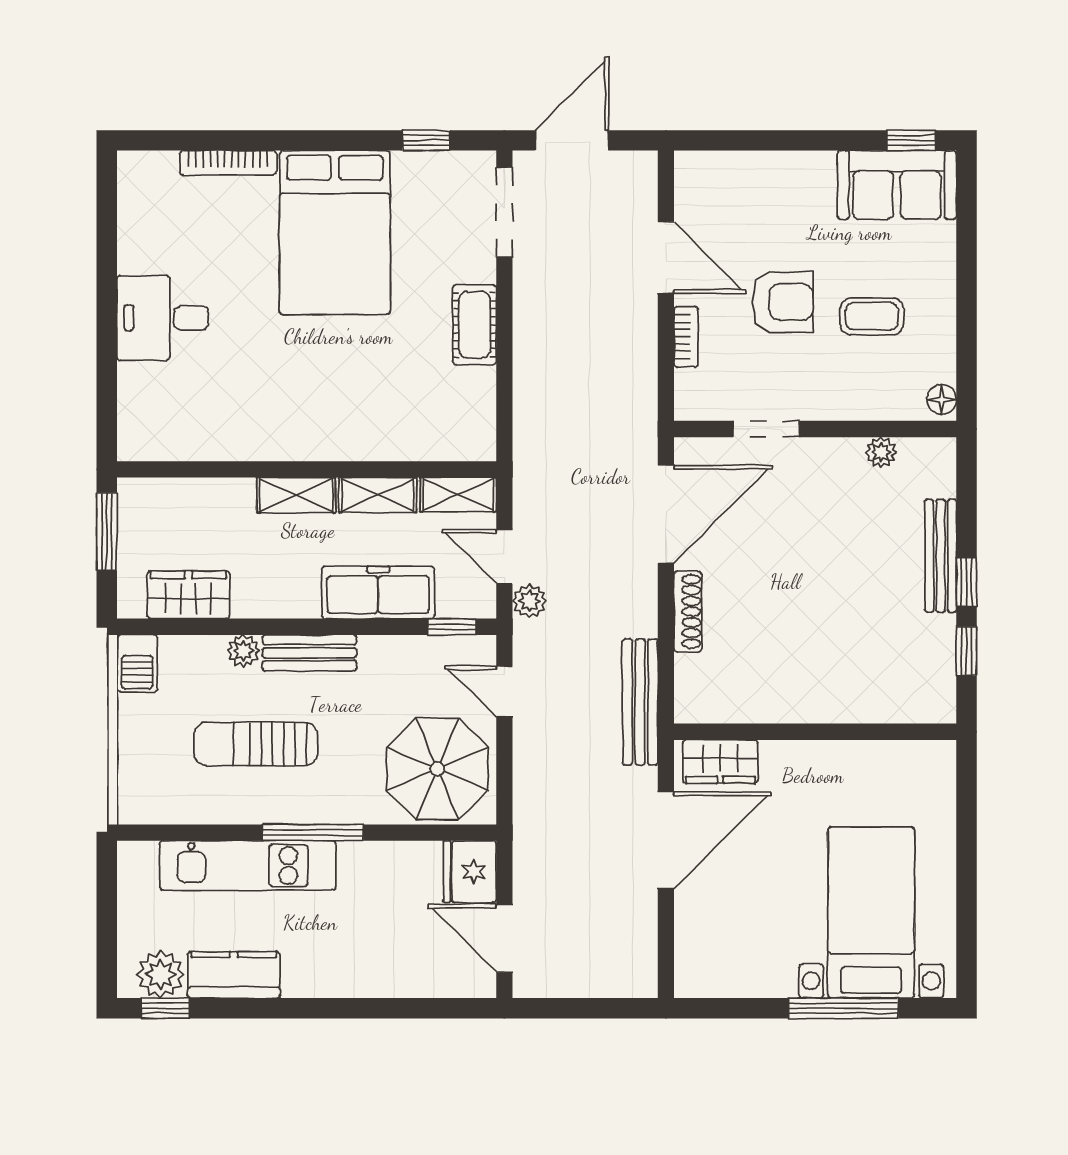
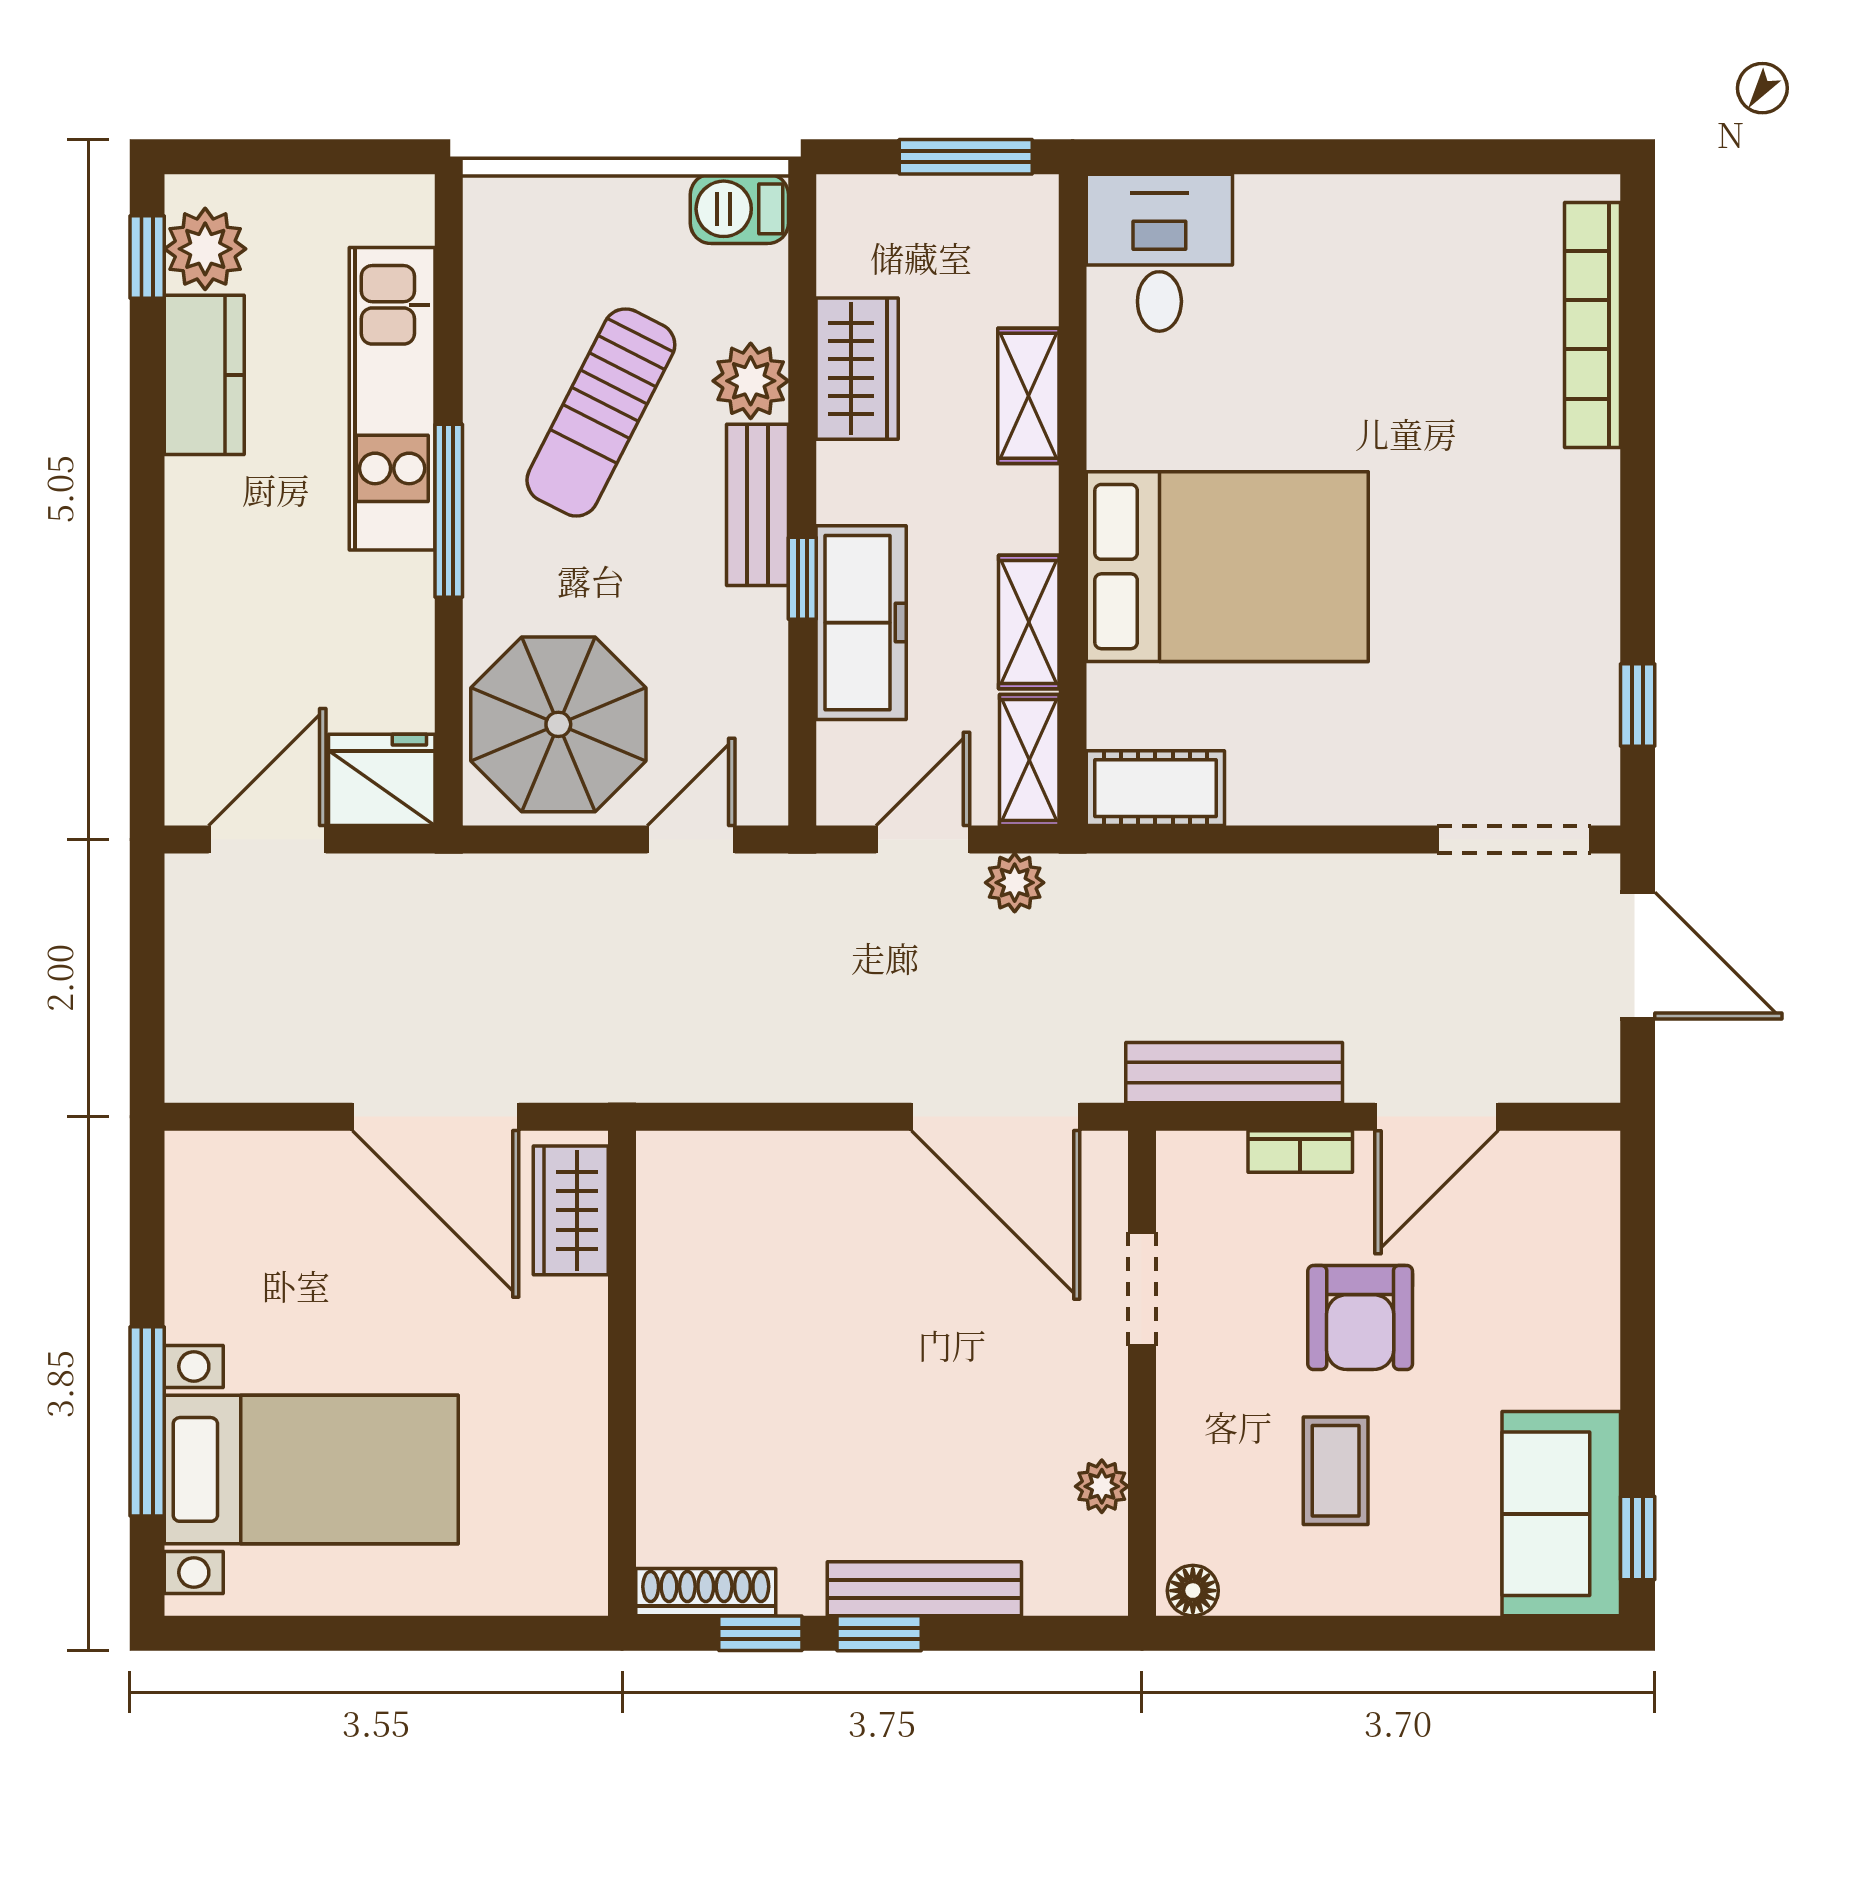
bookcase: (228, 163) -> (1592, 325), width x1.48, depth x1.31
bed: (335, 232) -> (1227, 567), moved, turned 180
desk: (163, 318) -> (1159, 253), moved
cot: (474, 325) -> (1155, 788), moved
shelving: (296, 495) -> (1028, 396), moved
wardrobe: (188, 595) -> (857, 369), moved
plant: (529, 601) -> (1015, 883), moved
shoe rack: (688, 612) -> (706, 1592), moved, turned 180
window: (452, 627) -> (802, 578), moved
plant: (243, 651) -> (751, 381), width x1.38, depth x1.38
bench: (640, 702) -> (1234, 1073), moved
sun lounger: (256, 744) -> (601, 412), turned -153

